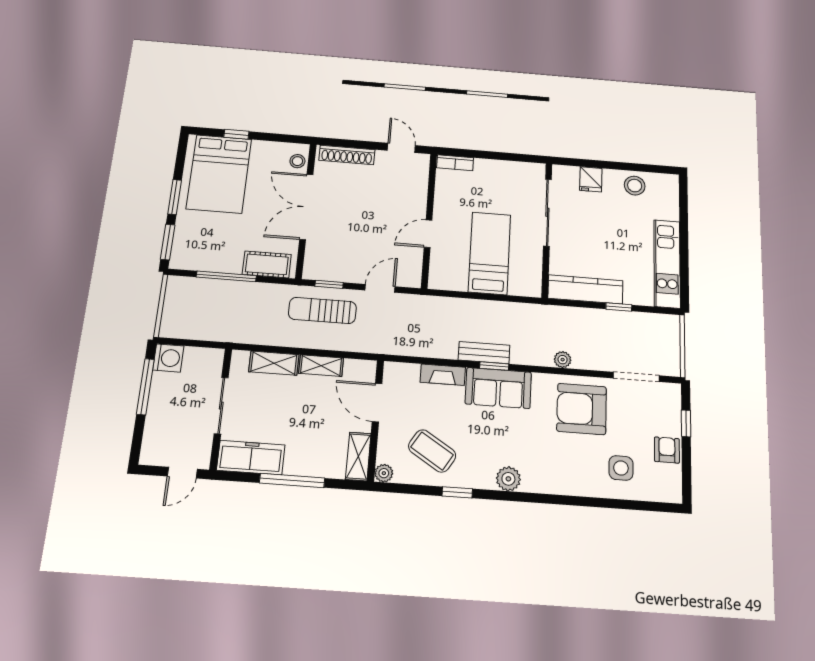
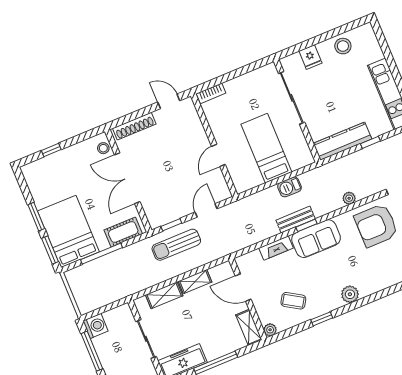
bed: (219, 174) -> (68, 231), moved, turned 180
barbecue: (495, 311) -> (290, 187), added
coffee table: (432, 451) -> (293, 301), width x0.73, depth x0.77

